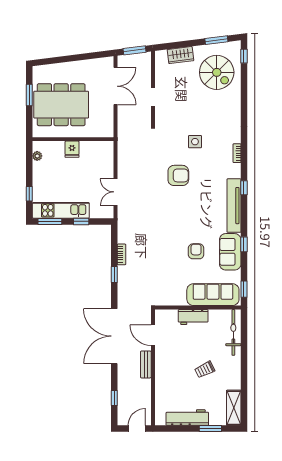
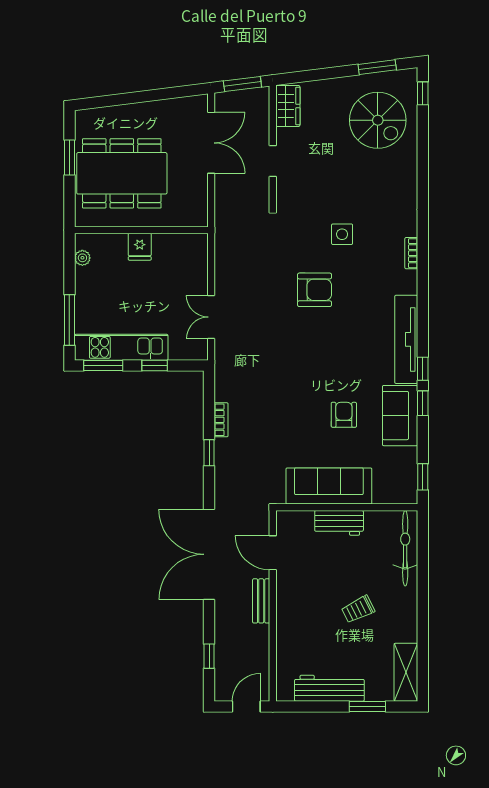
wardrobe: (180, 55) -> (288, 106), moved, turned -83
window: (244, 188) -> (423, 369), moved
window: (29, 194) -> (69, 320), width x2.17
sofa: (213, 295) -> (329, 486), moved

